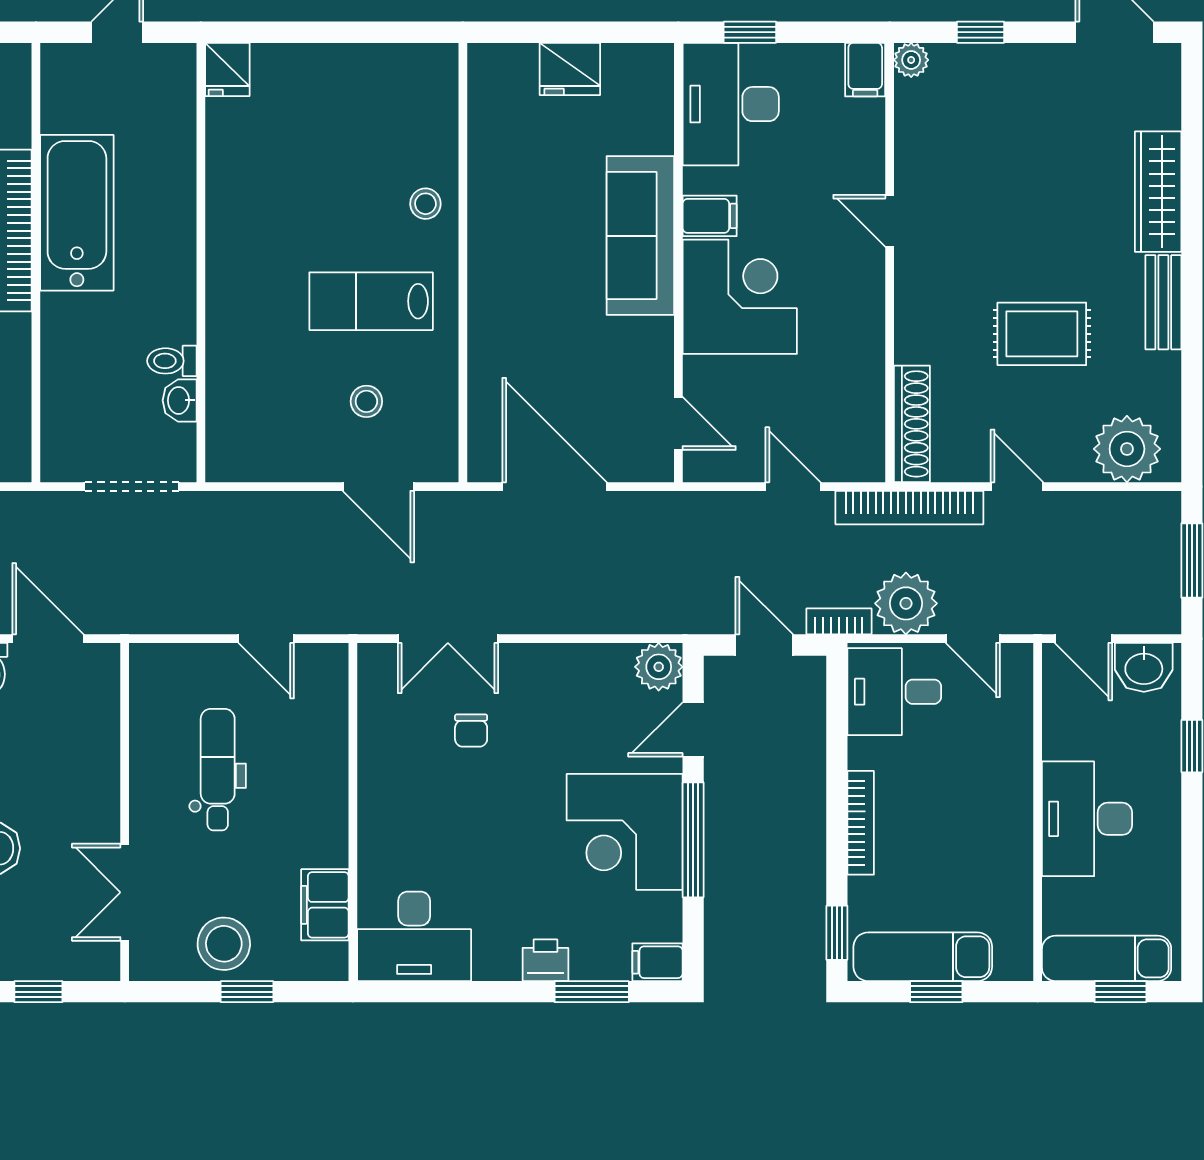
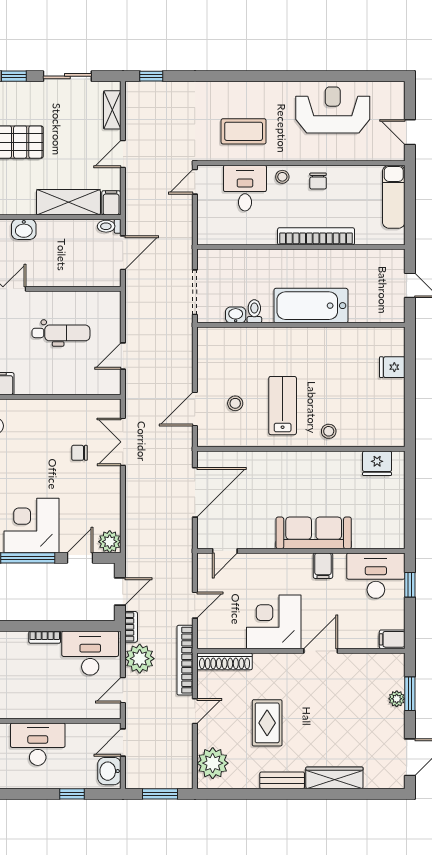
window: (980, 32) -> (410, 694), width x1.50
plant: (911, 60) -> (397, 699), moved
fridge: (227, 69) -> (392, 367), moved
fridge: (570, 69) -> (377, 463), moved, turned -90
bathtub: (77, 213) -> (311, 306), moved, turned 180
door: (890, 221) -> (321, 651), width x1.38
corner desk: (740, 297) -> (274, 622), moved, turned 180
desk: (894, 692) -> (90, 653), width x1.37
door: (693, 730) -> (80, 558), hinge flipped
bookcase: (861, 823) -> (45, 637), width x0.64

